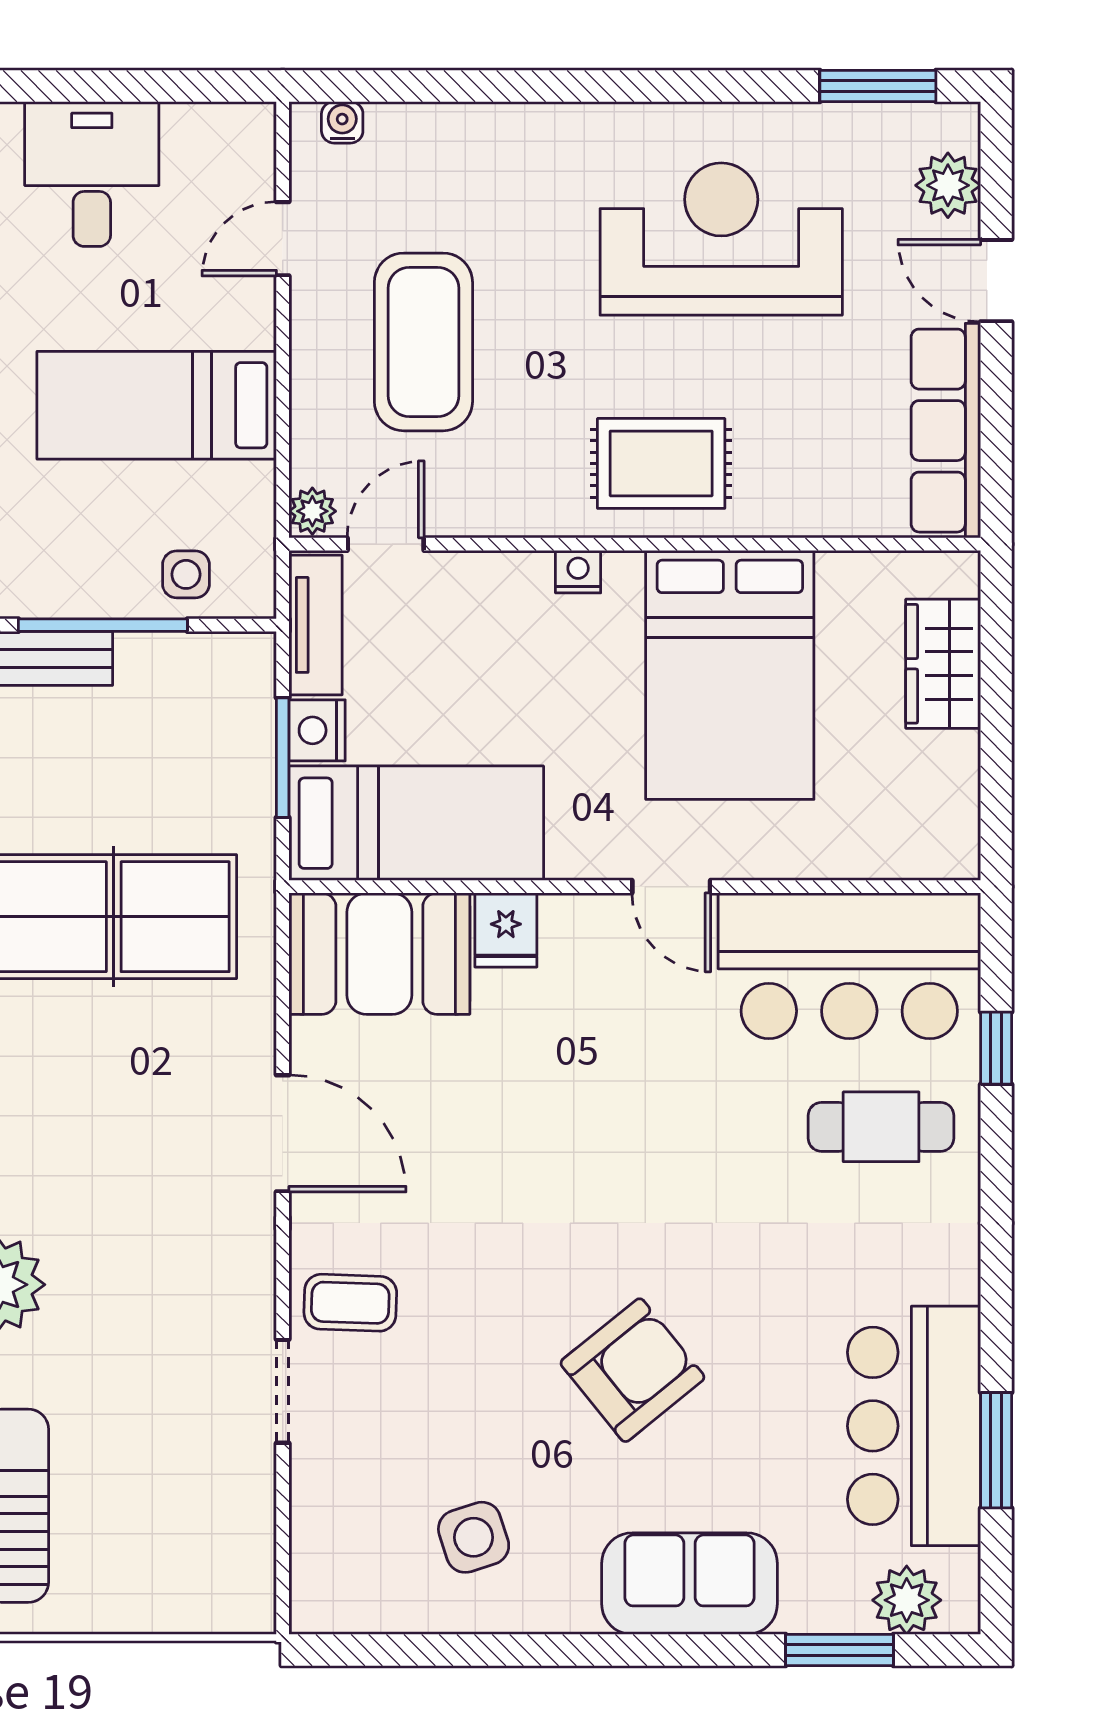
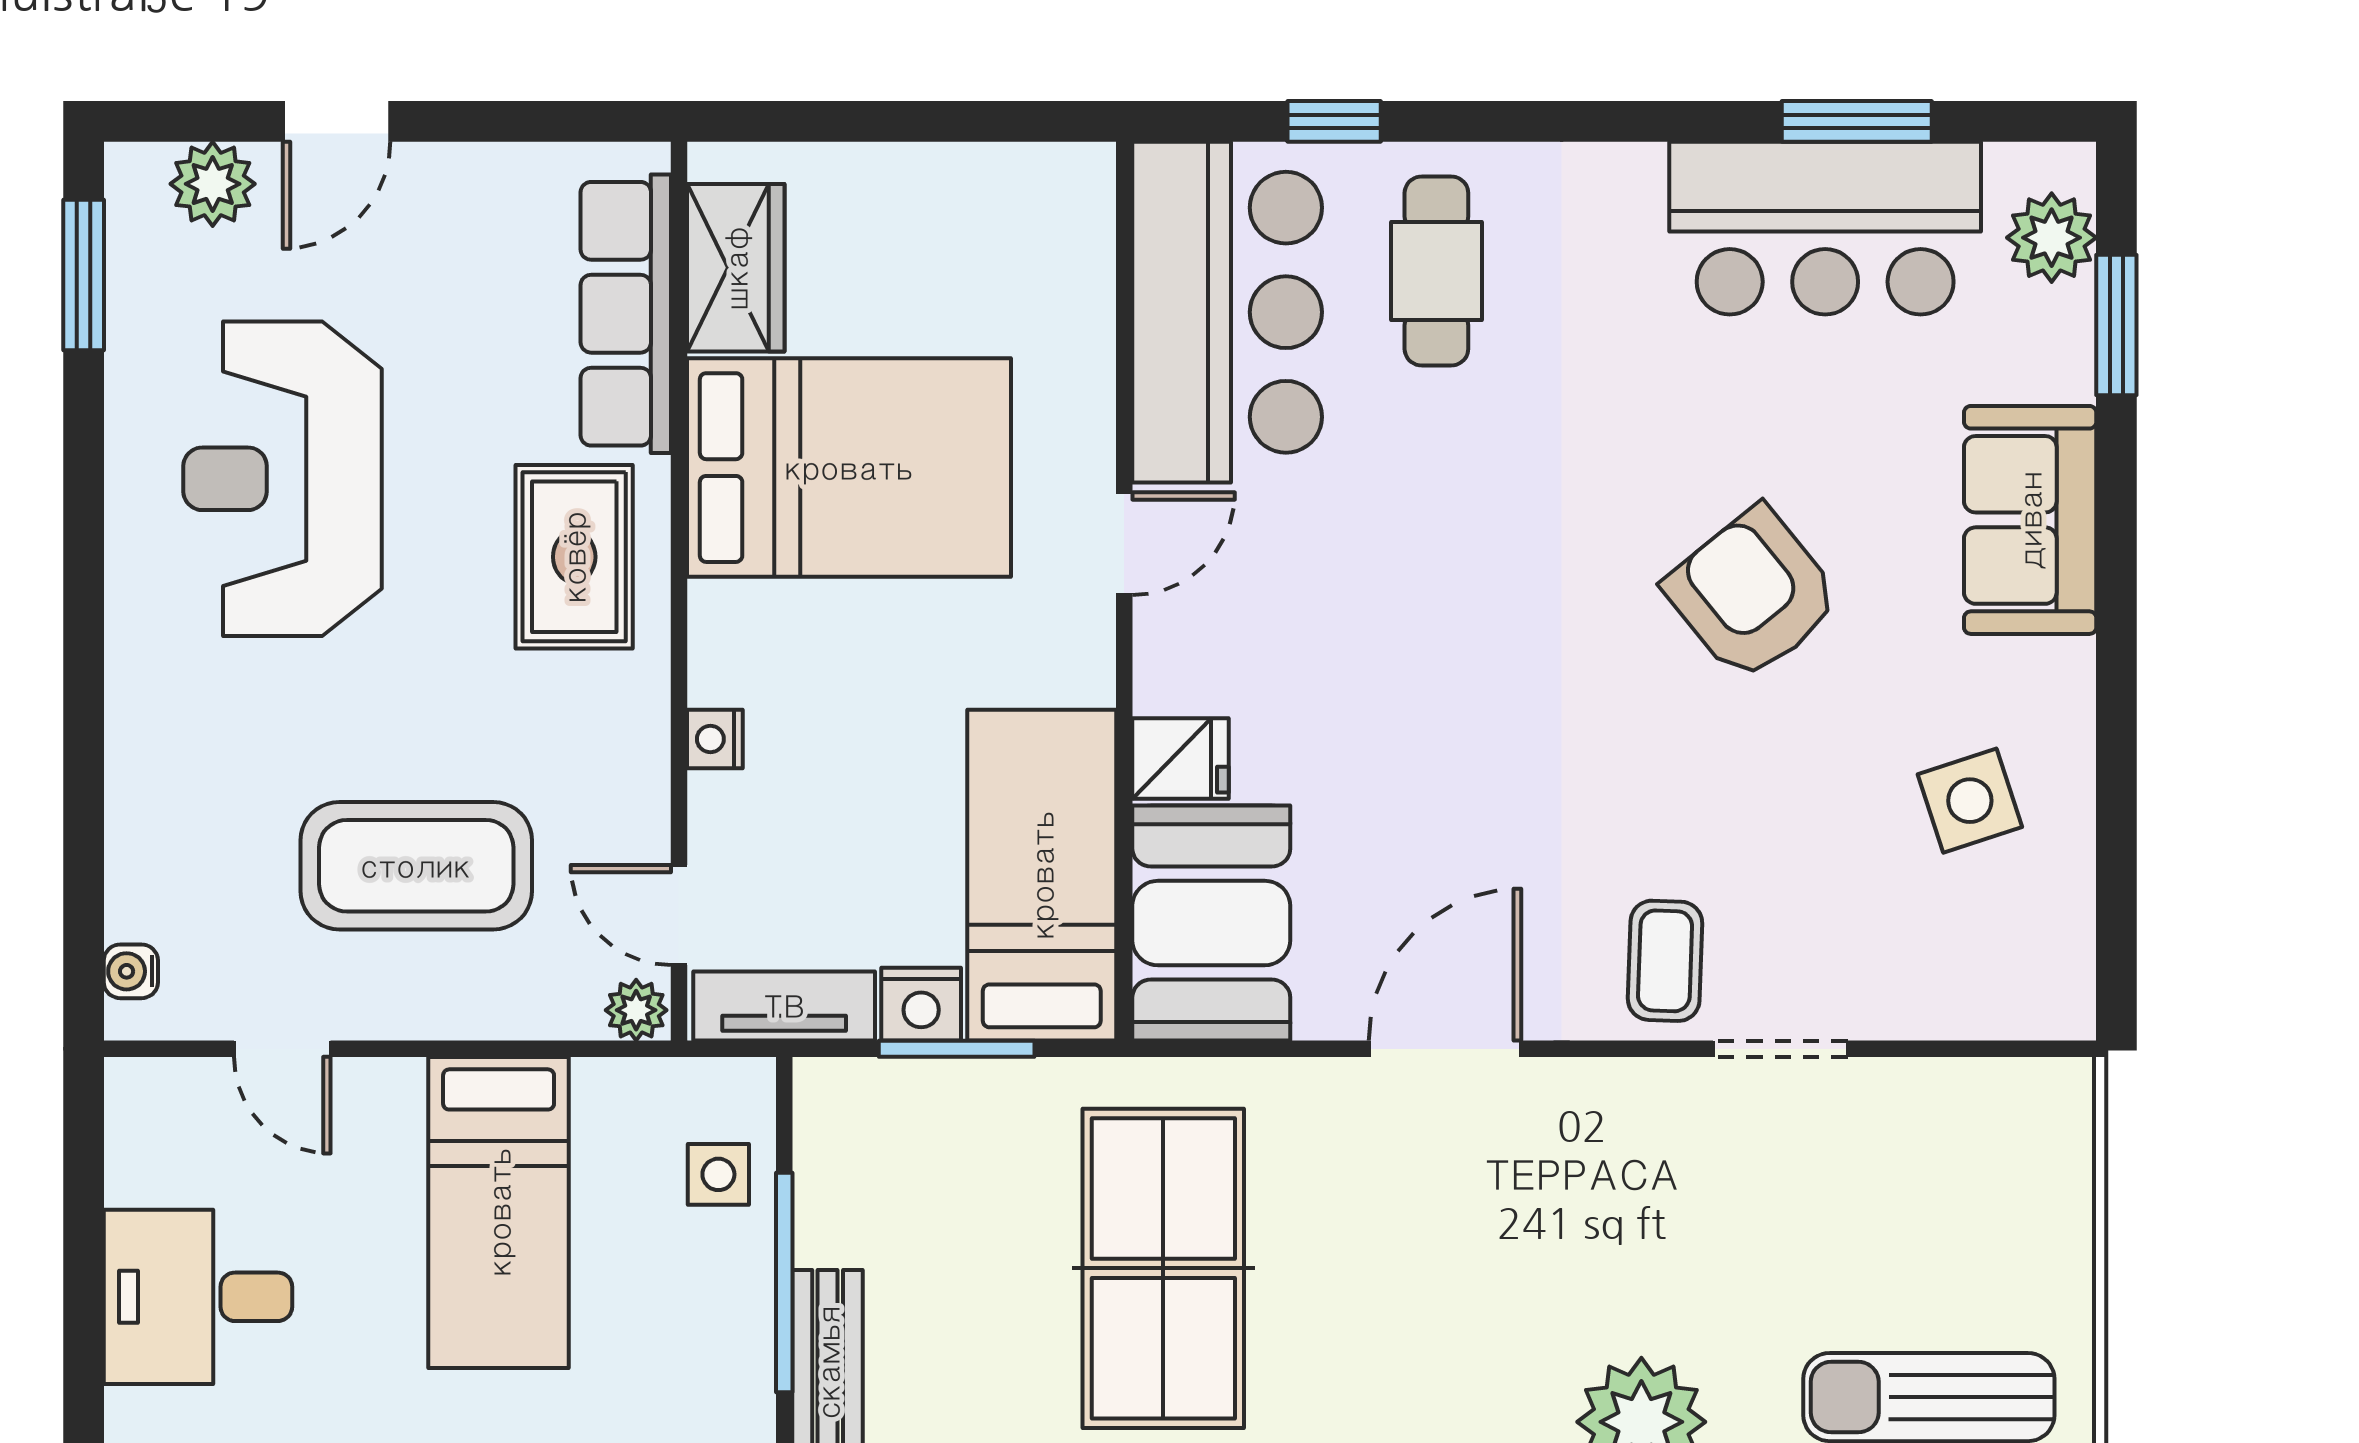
row of seats: (946, 431) -> (626, 314), moved, turned 90
nightstand: (578, 572) -> (715, 739), moved
wardrobe: (943, 664) -> (736, 268), moved, turned -90

